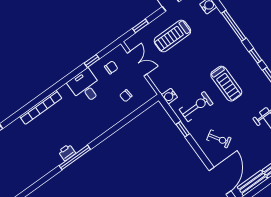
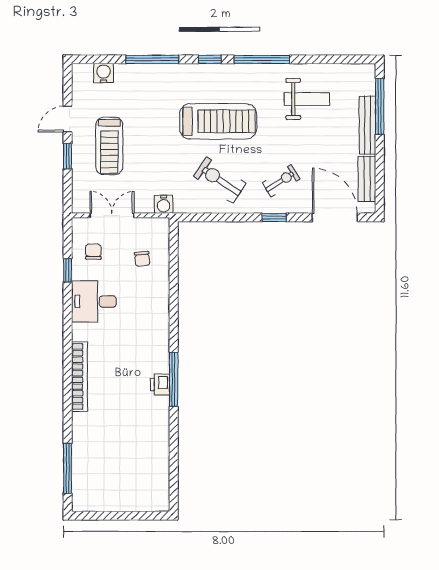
window: (140, 26) -> (68, 156), moved
treadmill: (226, 84) -> (218, 121), width x1.37, depth x1.38
water cooler: (169, 96) -> (164, 204), moved
exercise bike: (196, 107) -> (220, 180), turned -56
window: (183, 129) -> (274, 217), moved

